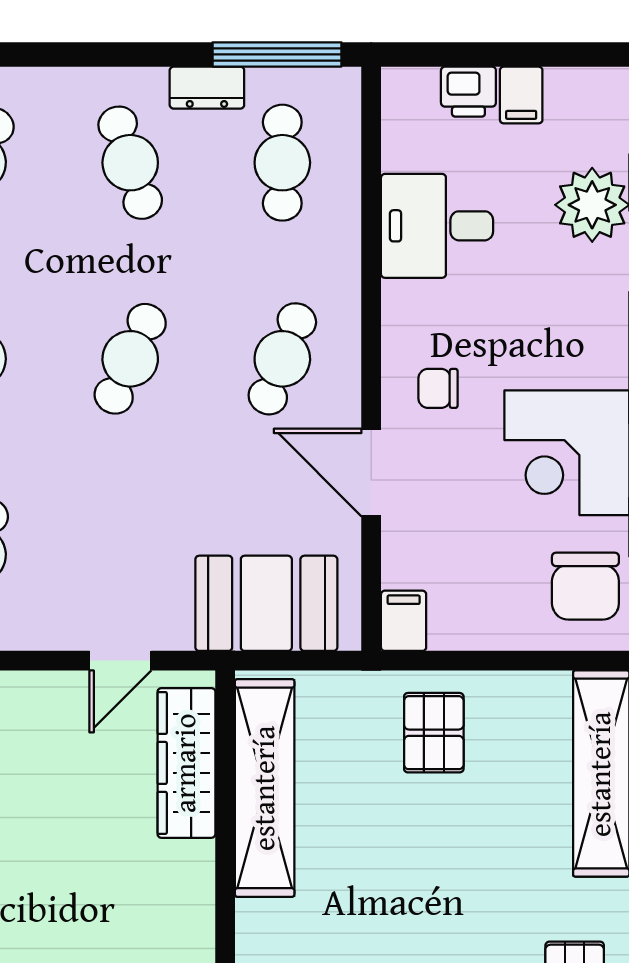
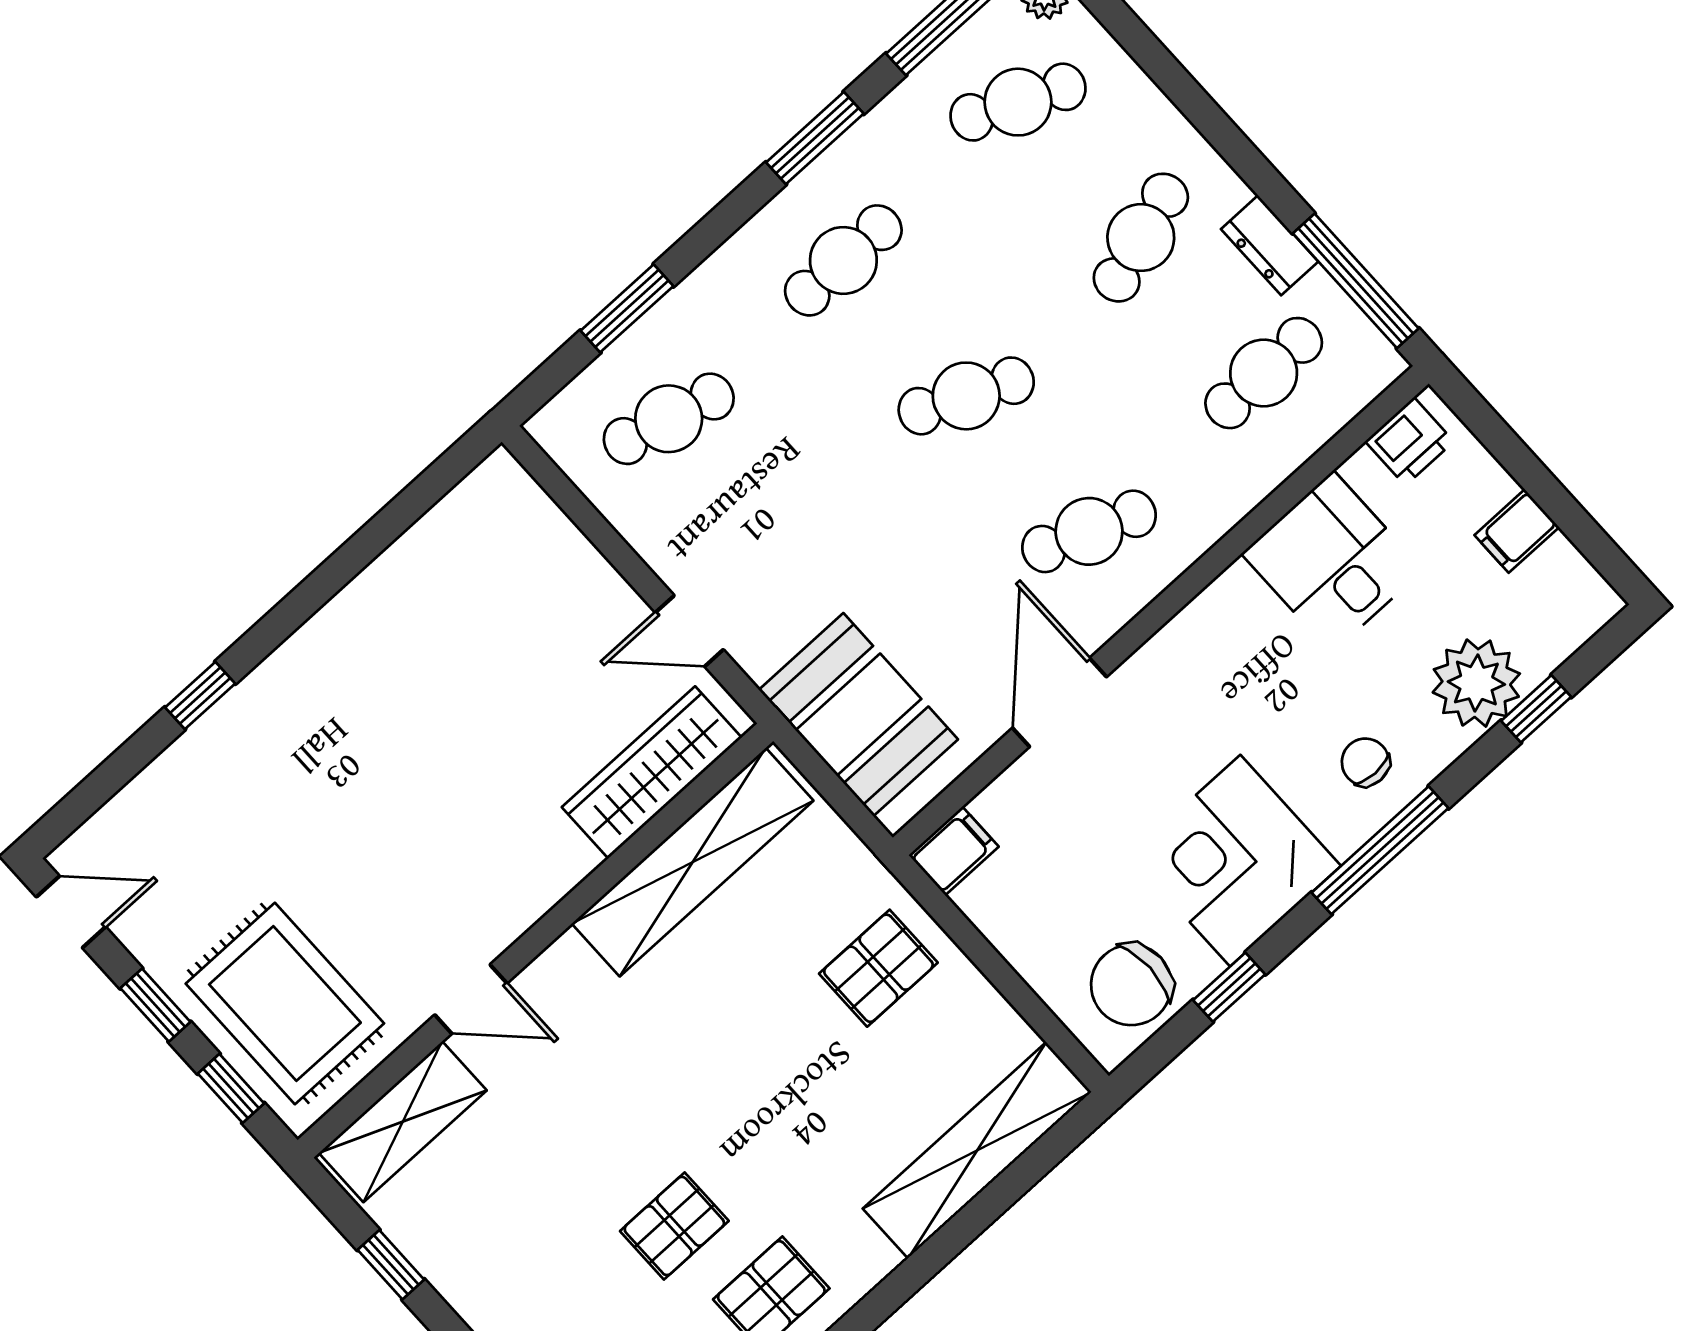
printer: (468, 92) -> (1410, 441), moved, turned -90
chair: (438, 388) -> (1365, 762), moved

